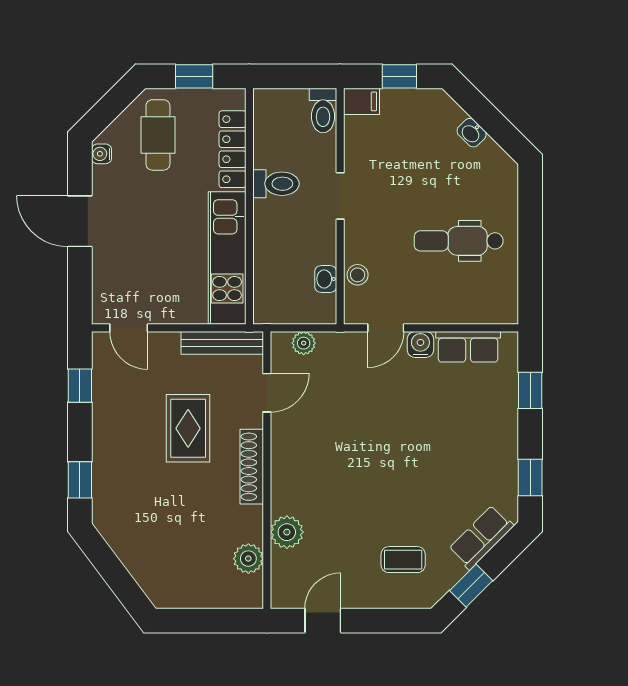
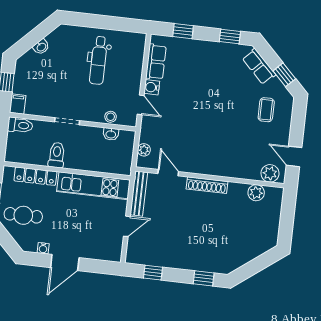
water cooler: (101, 154) -> (43, 248), moved
door: (129, 328) -> (127, 226), moved
rug: (188, 428) -> (183, 217), removed
plant: (287, 532) -> (270, 173), moved

